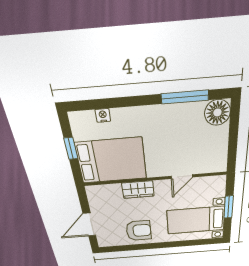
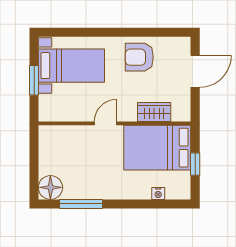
door: (182, 177) -> (106, 123), moved
wardrobe: (138, 190) -> (154, 112), moved

